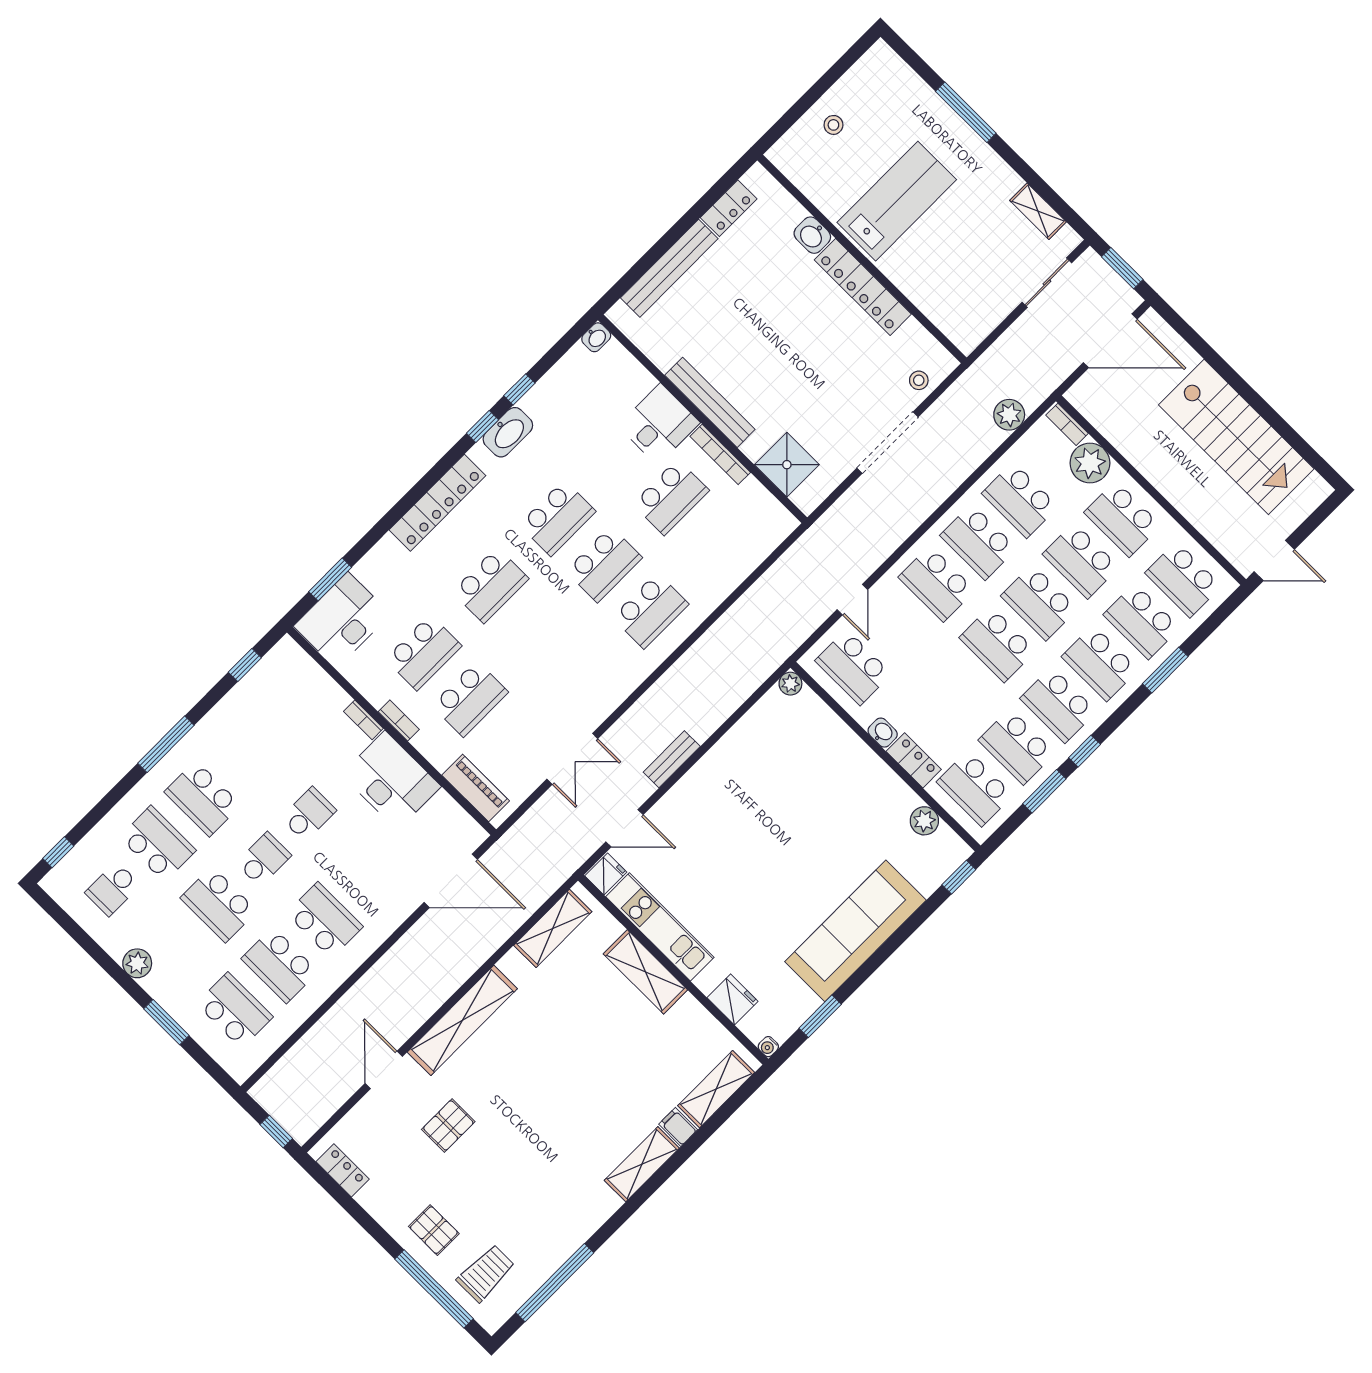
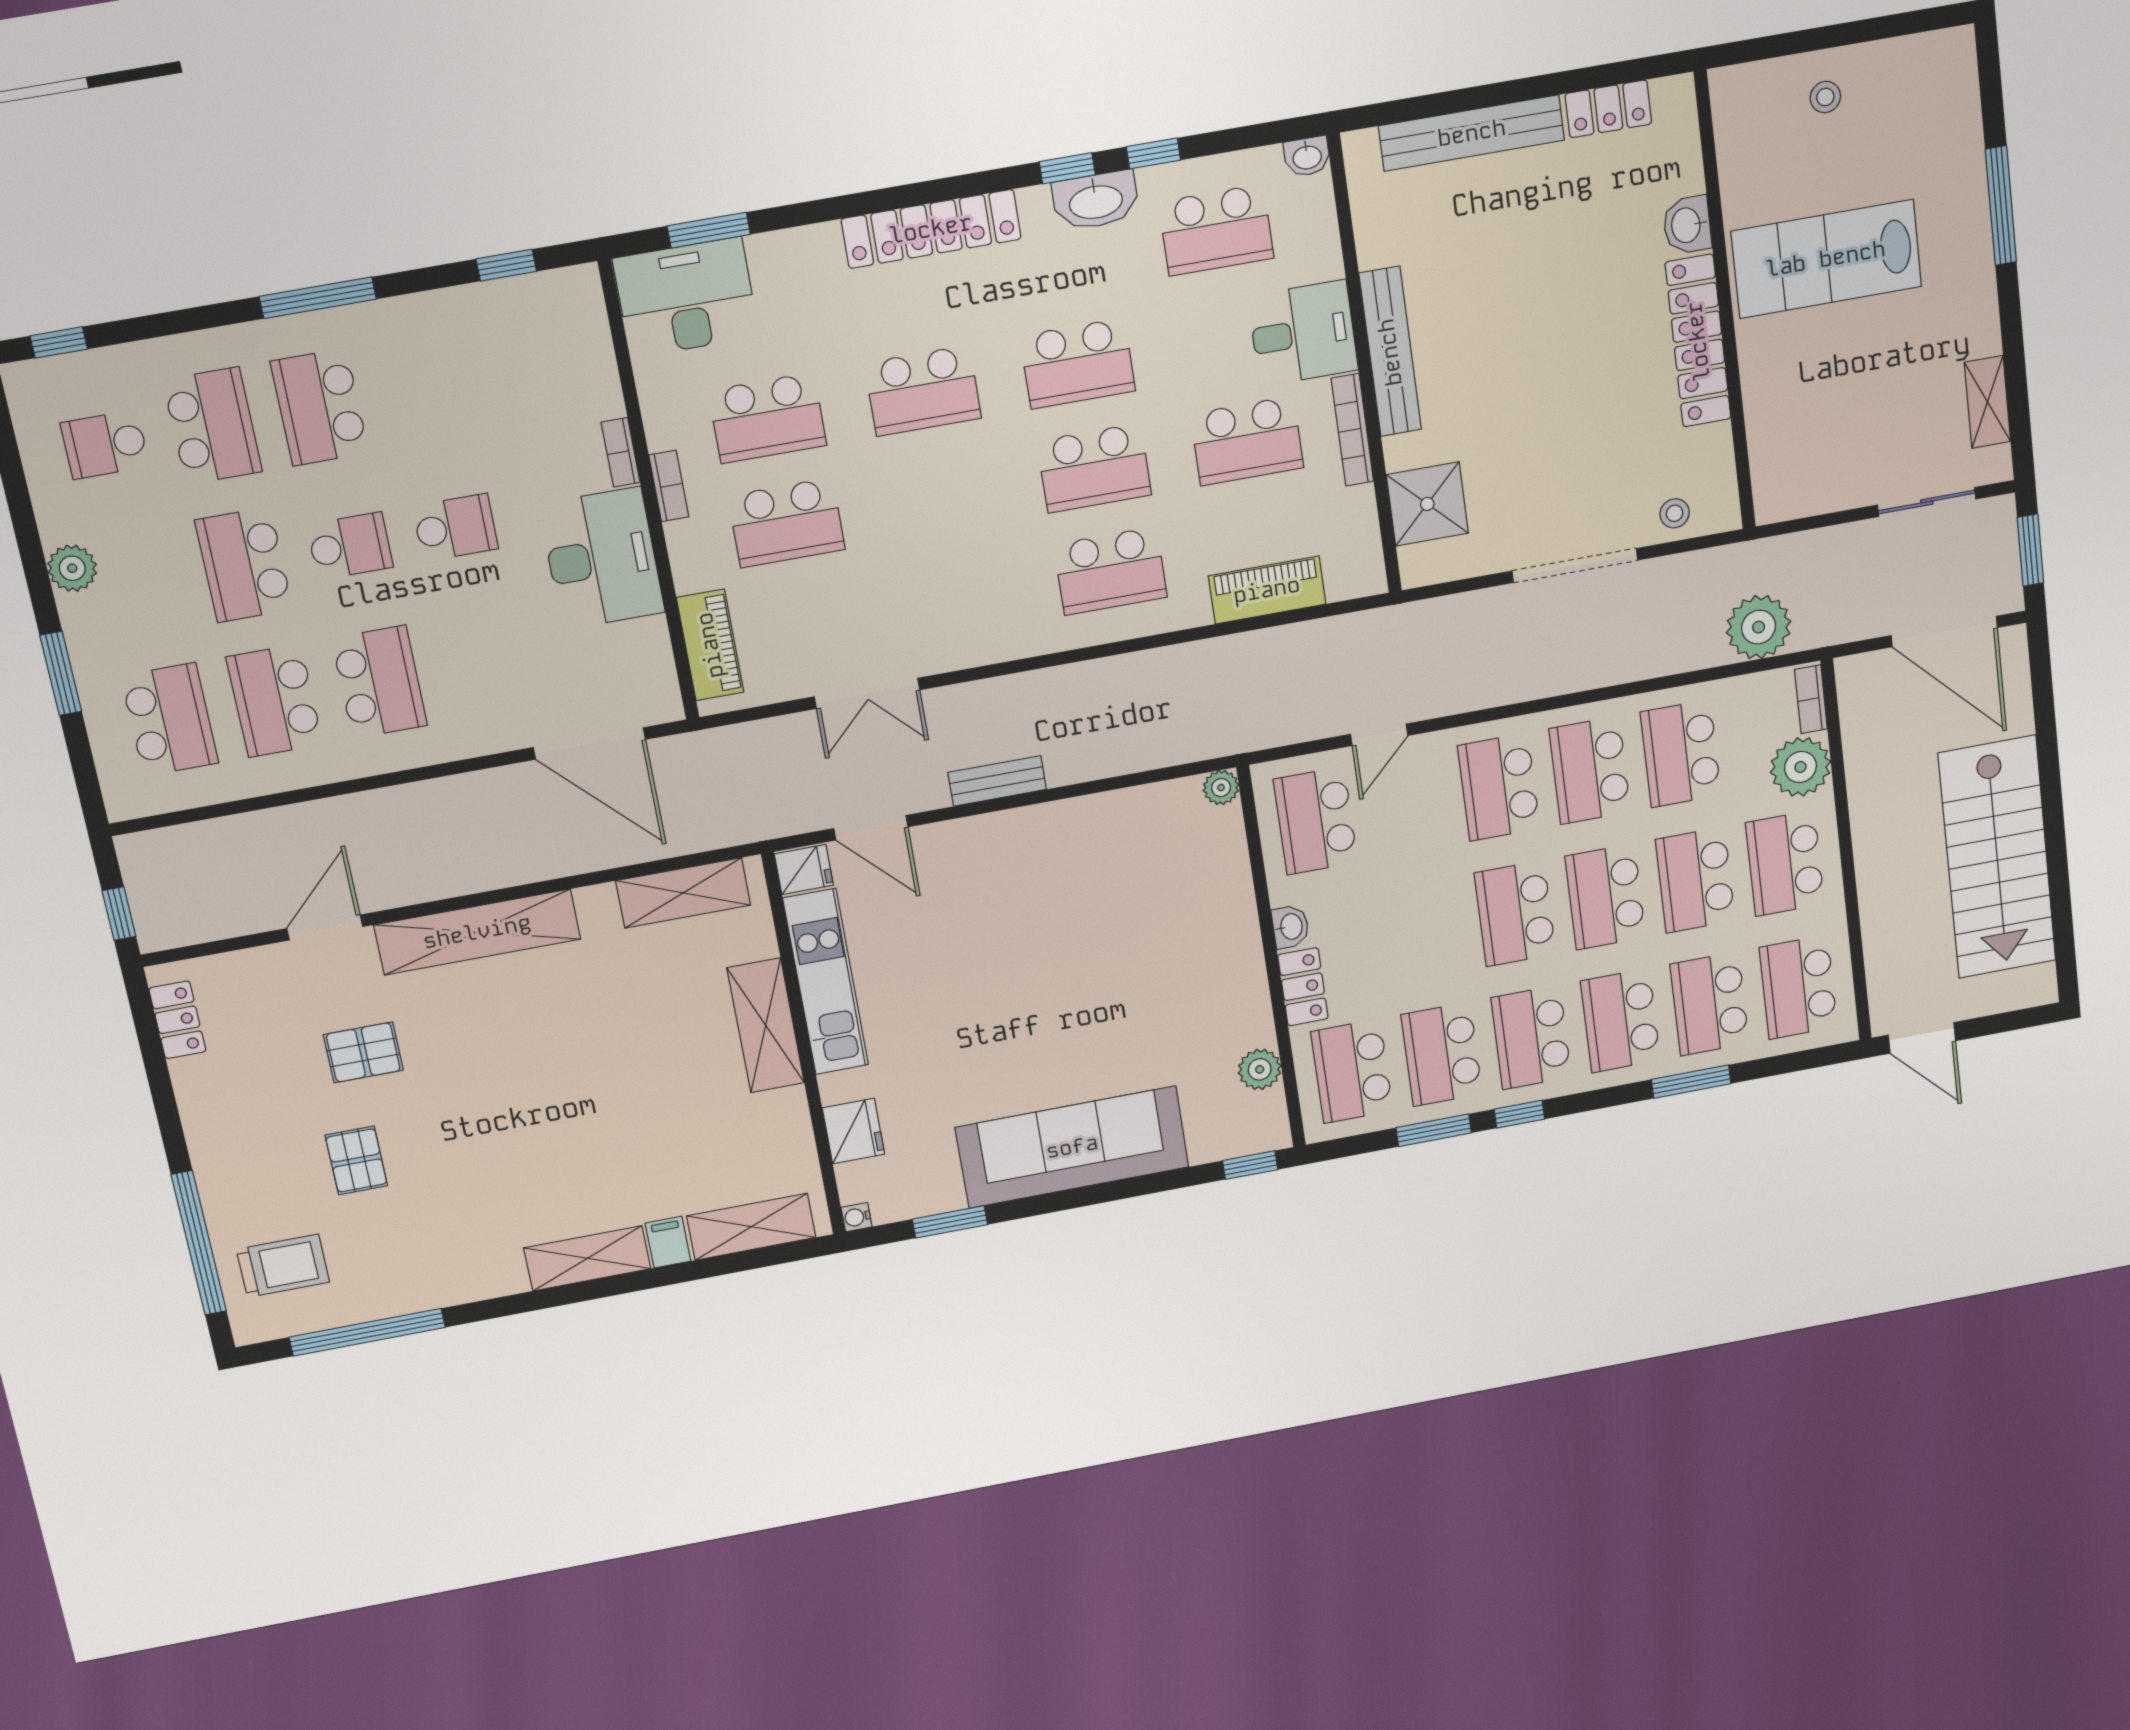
lab bench: (897, 201) -> (1826, 259), turned 180
school desk: (578, 405) -> (1216, 230), added
plant: (1009, 415) -> (1759, 627), width x1.36, depth x1.36
piano: (738, 565) -> (1267, 590), added
pallet: (434, 1230) -> (356, 1160), moved

